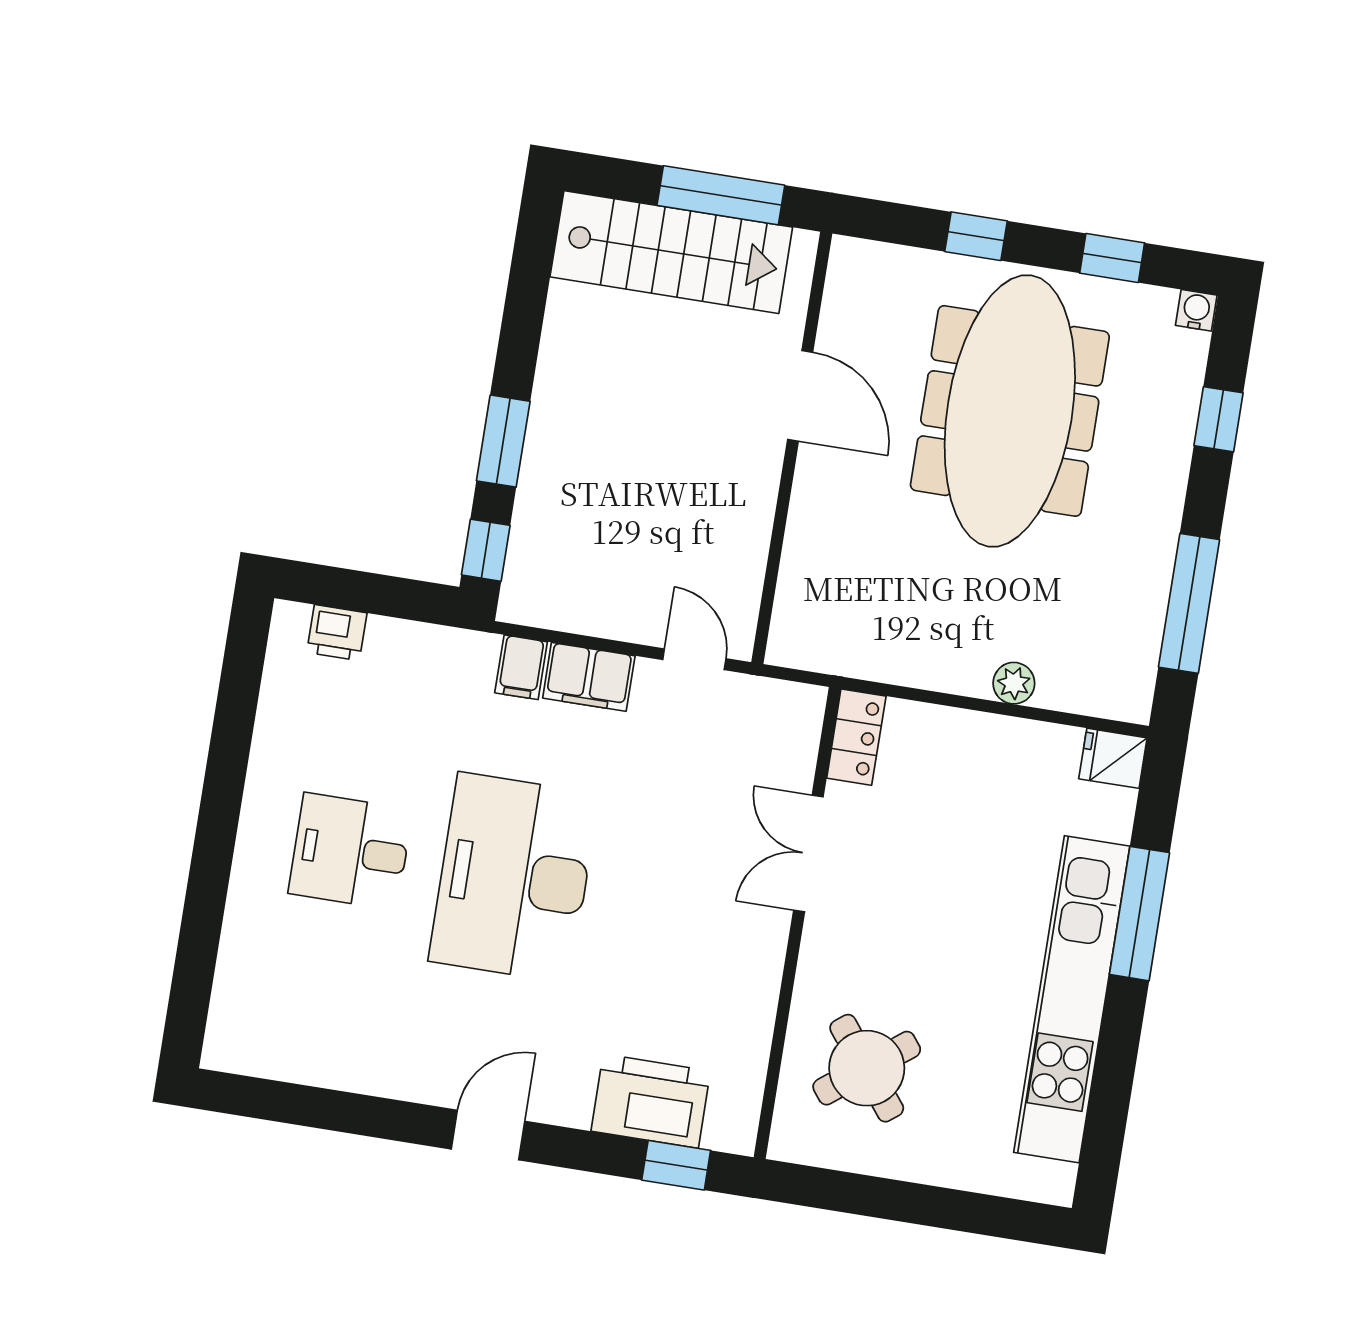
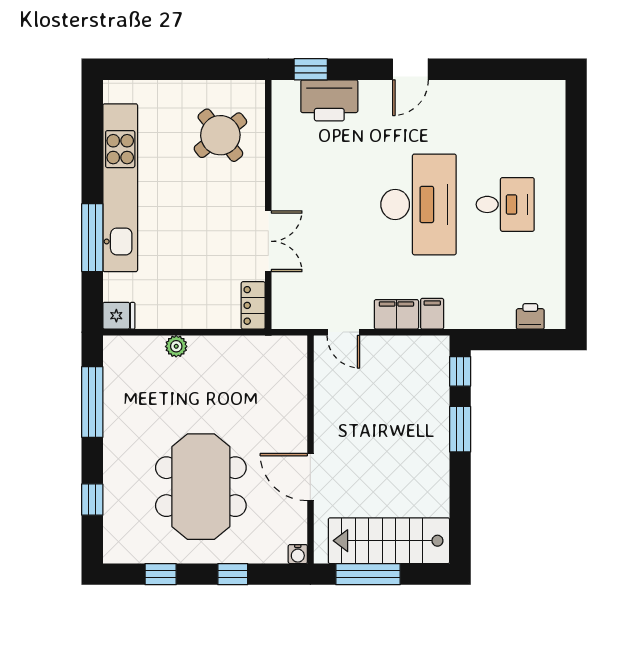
water cooler: (1196, 310) -> (298, 554), moved
meeting table: (1010, 411) -> (201, 487), width x0.73

